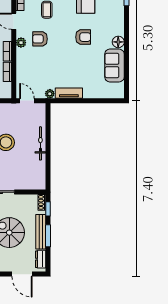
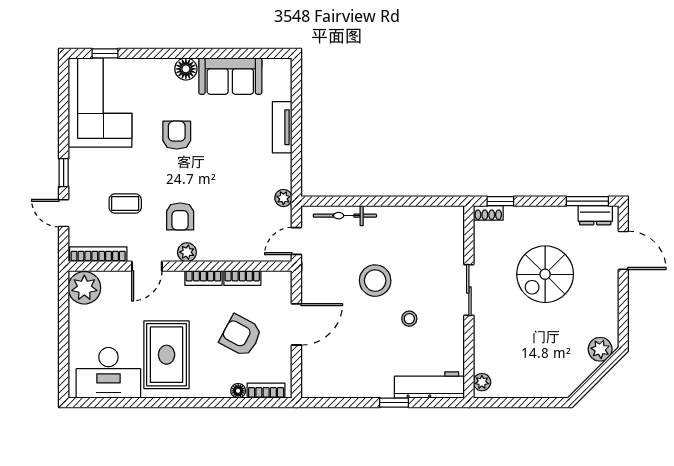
tv unit: (69, 93) -> (282, 127), moved
bicycle: (40, 143) -> (345, 216), moved
bench: (41, 232) -> (544, 215), removed
window: (48, 236) -> (587, 201), moved
door: (22, 274) -> (623, 250), hinge flipped

